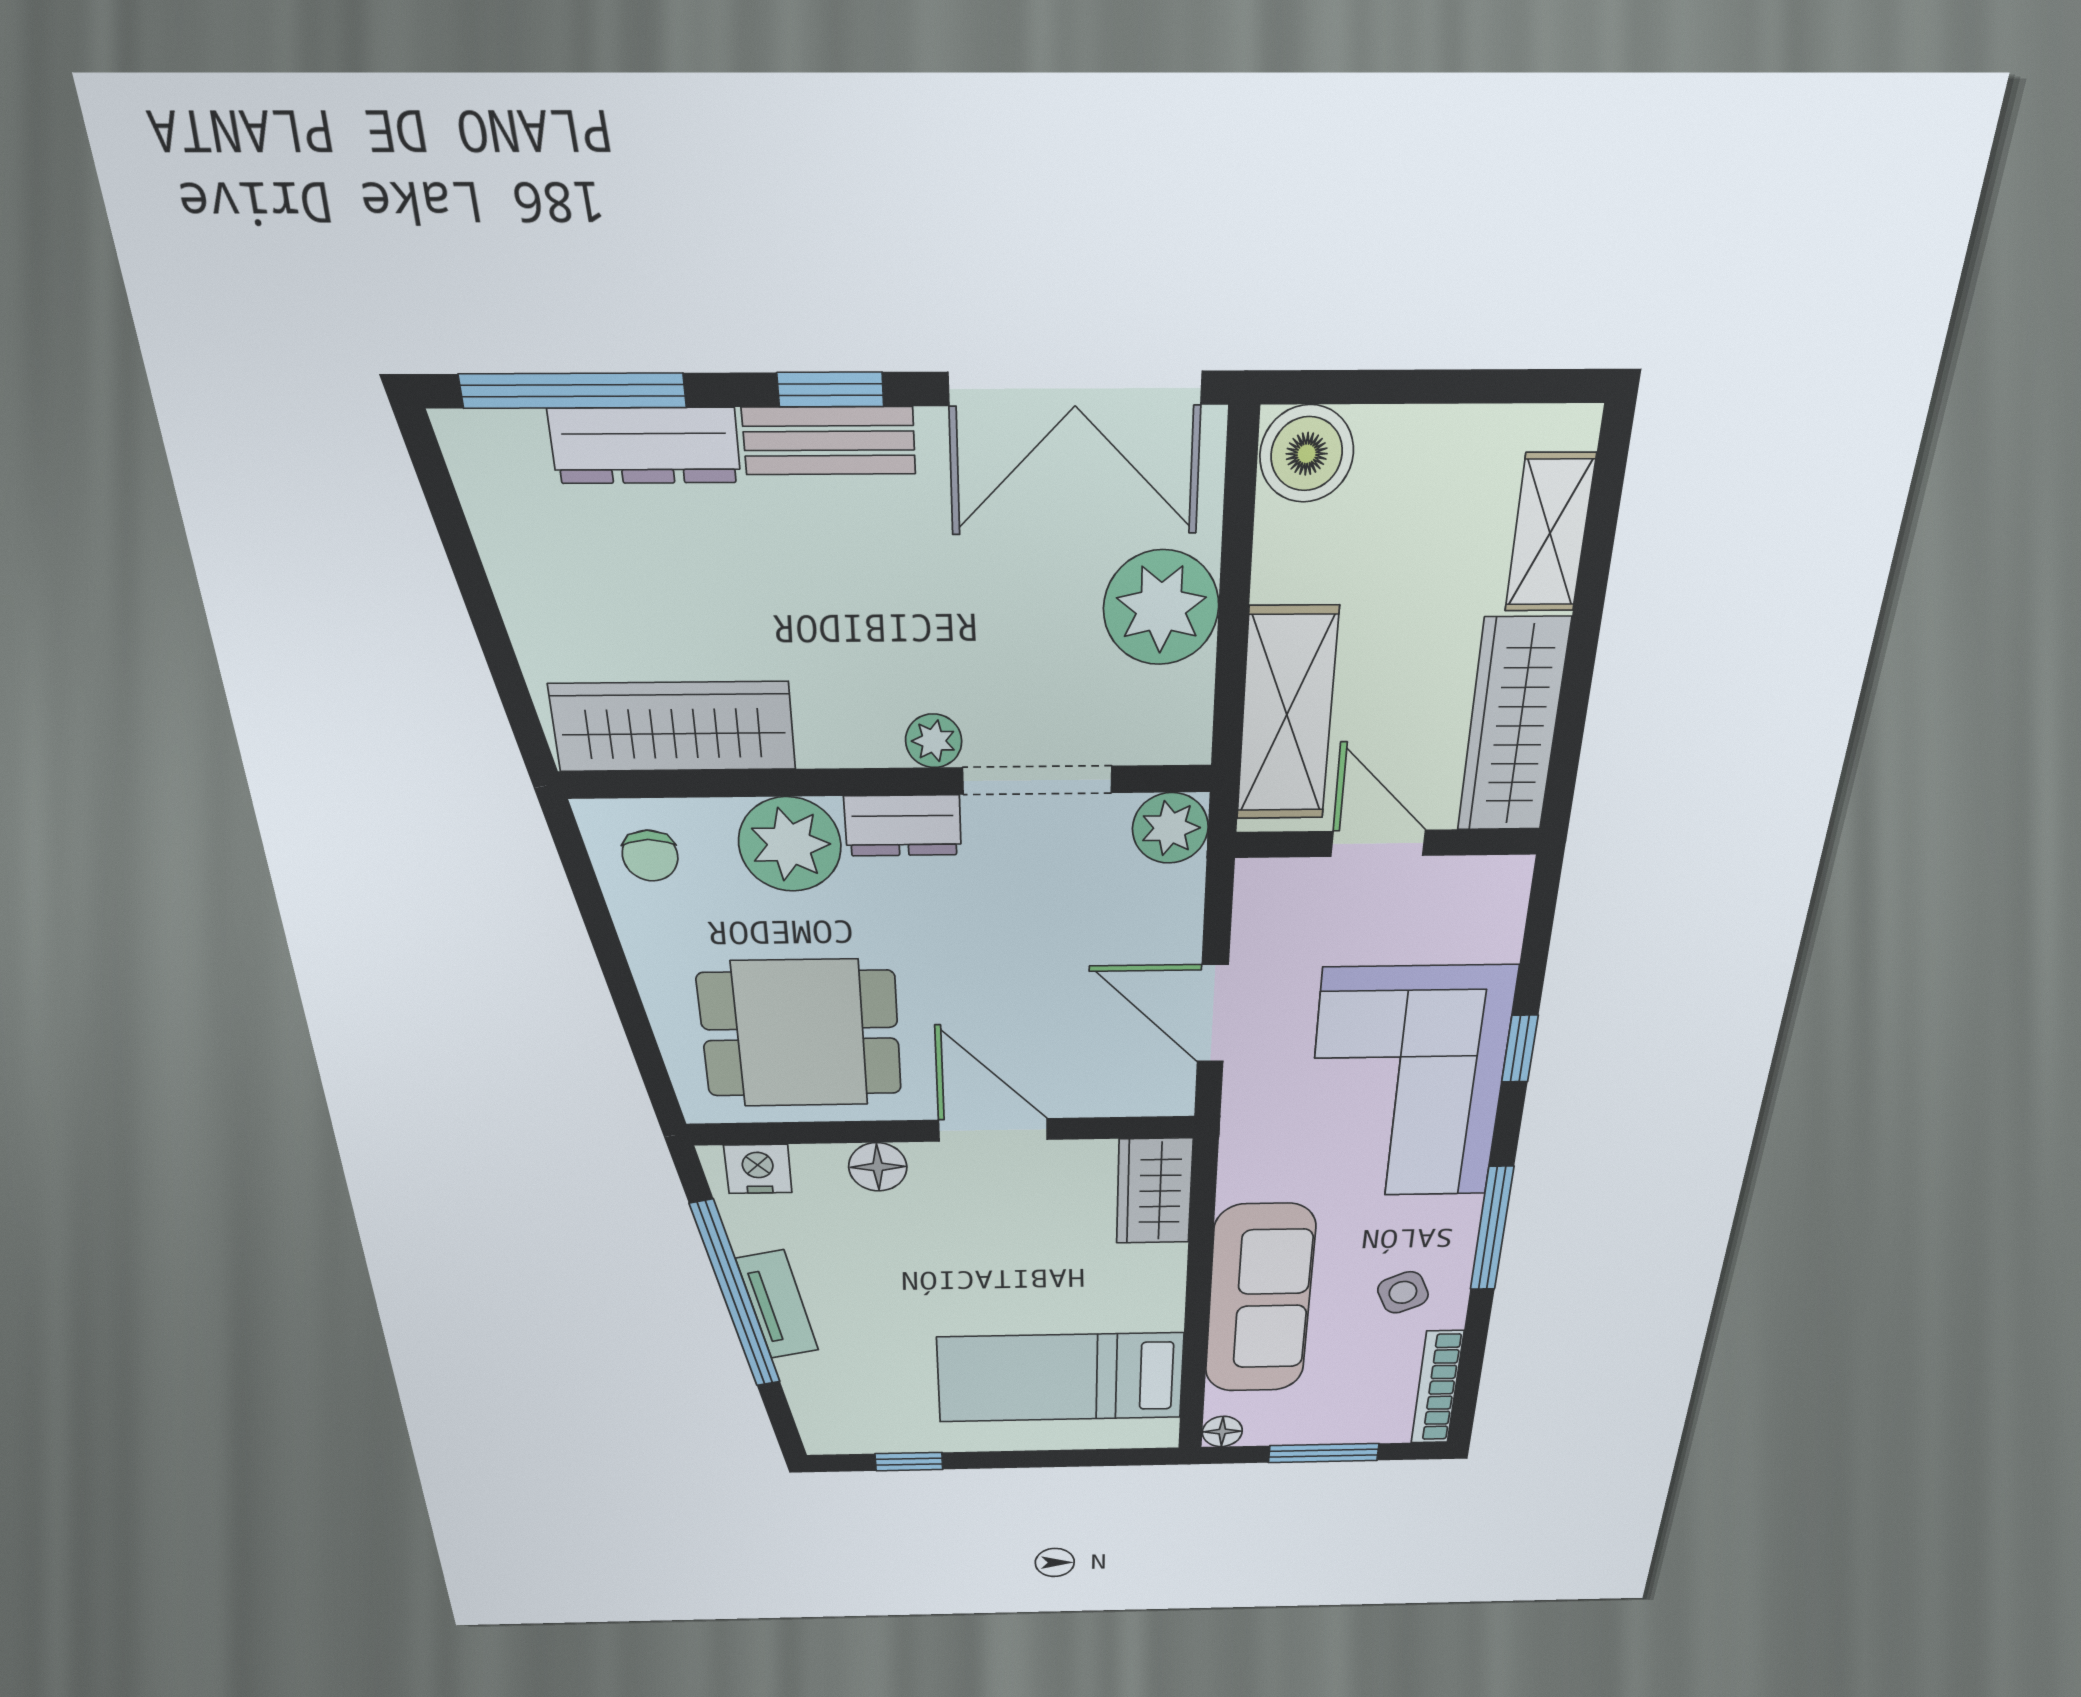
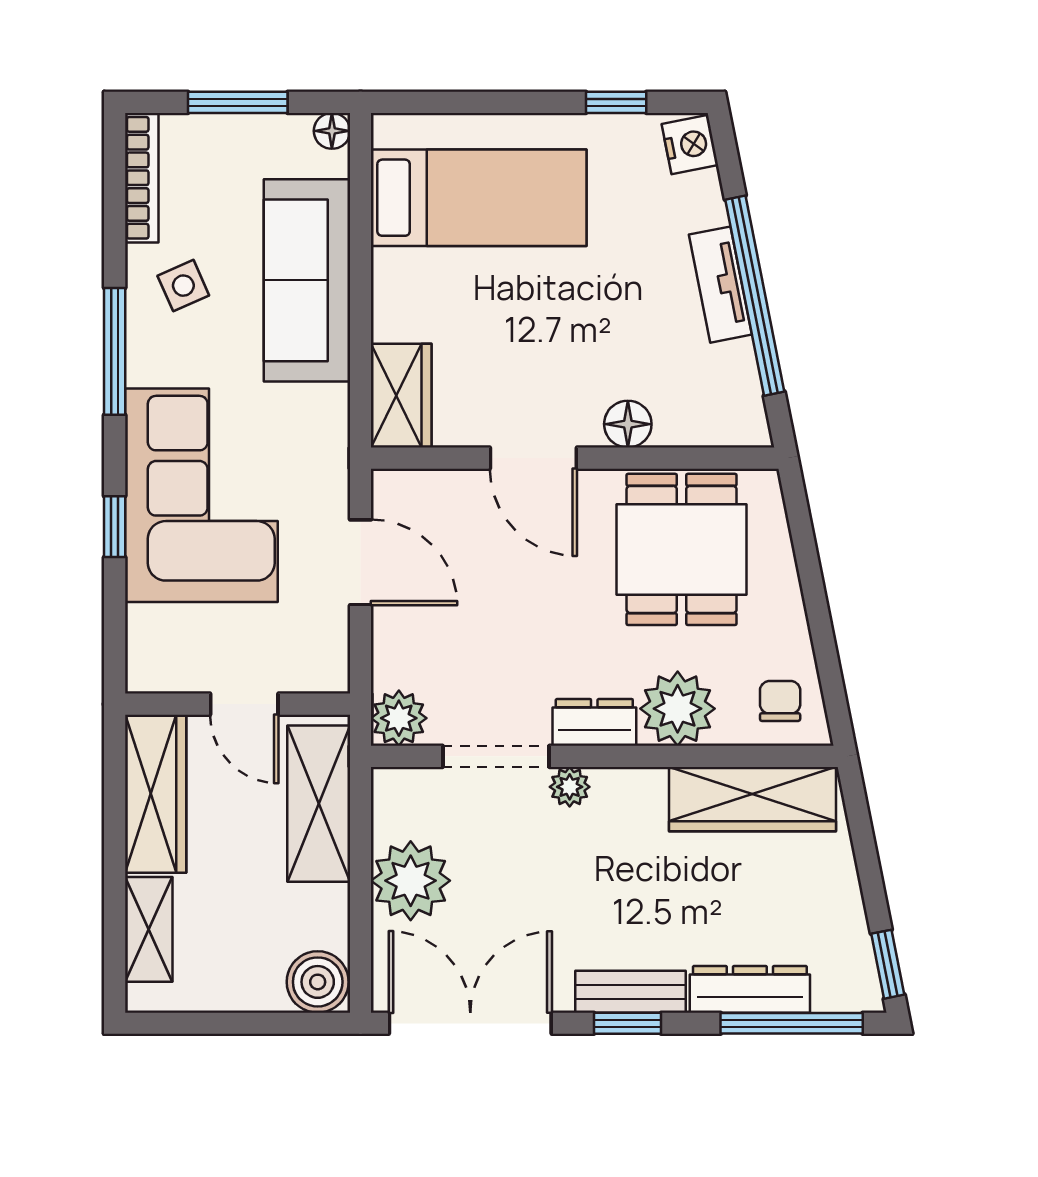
window: (438, 487) -> (888, 964), added
dining table: (800, 1034) -> (682, 549), turned 90
nightstand: (758, 1169) -> (690, 145), moved, turned -101

